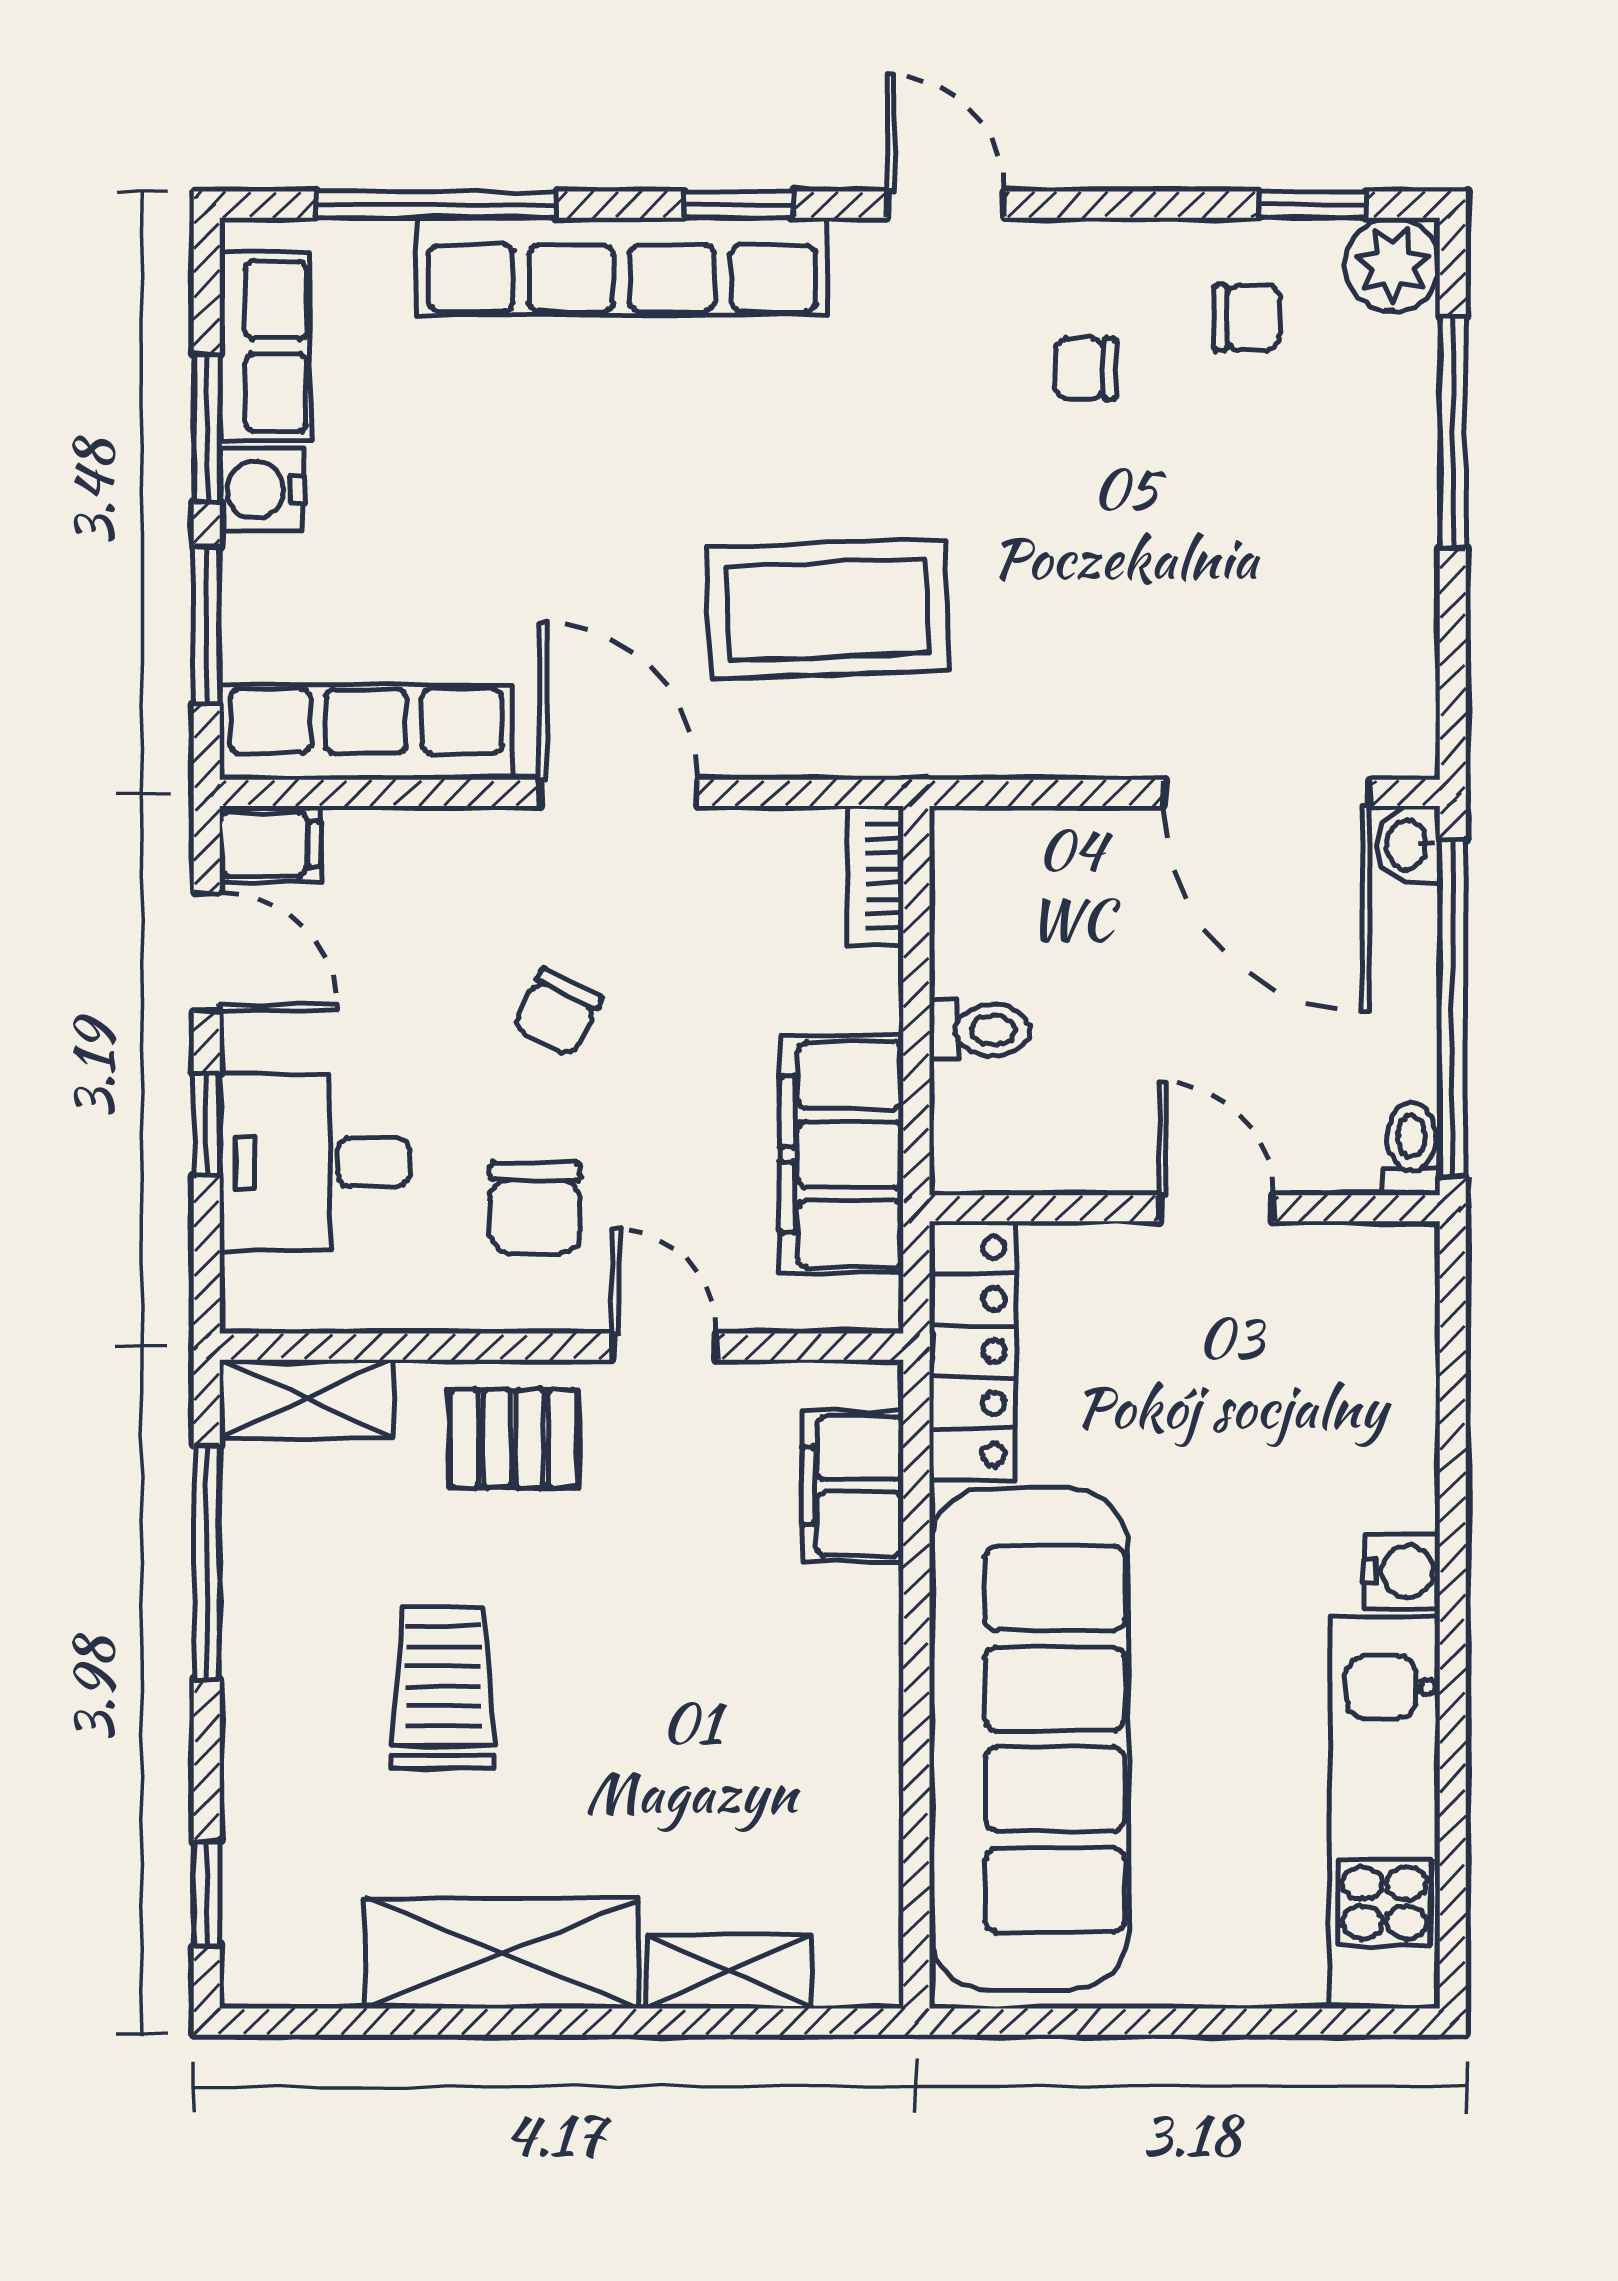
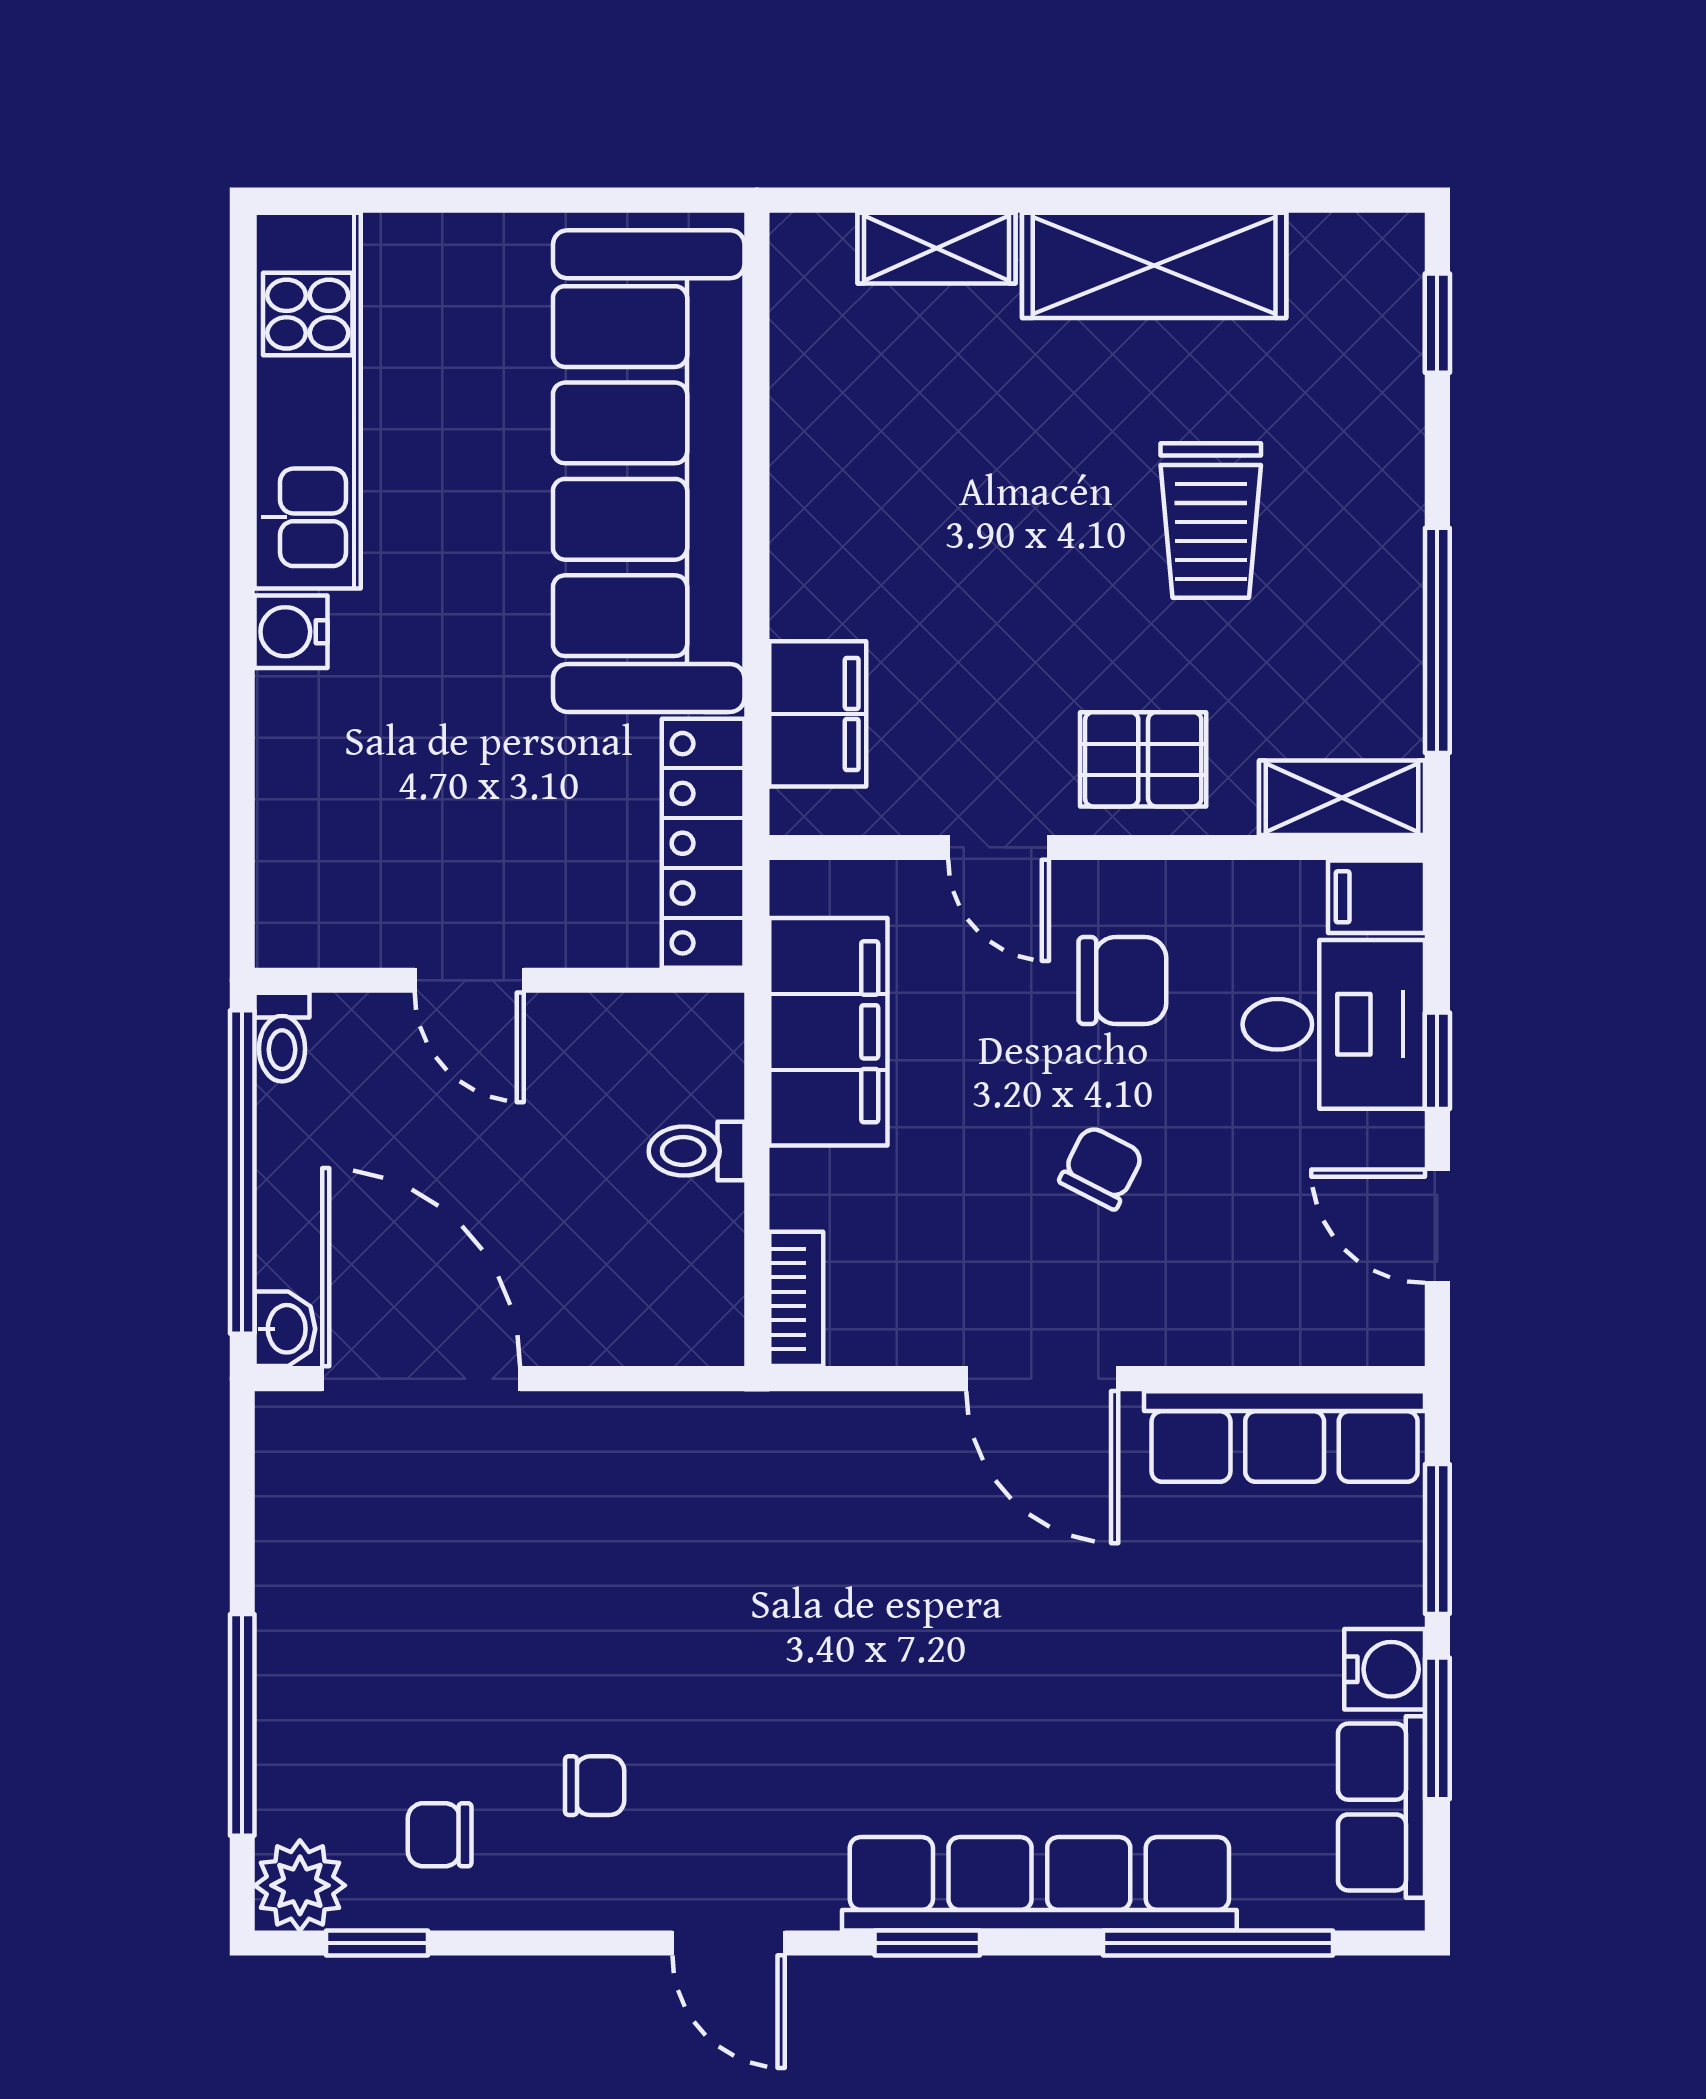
coffee table: (828, 610) -> (842, 1555), removed
filing cabinet: (270, 844) -> (1377, 897), moved
chair: (535, 1208) -> (1122, 980), turned 90

